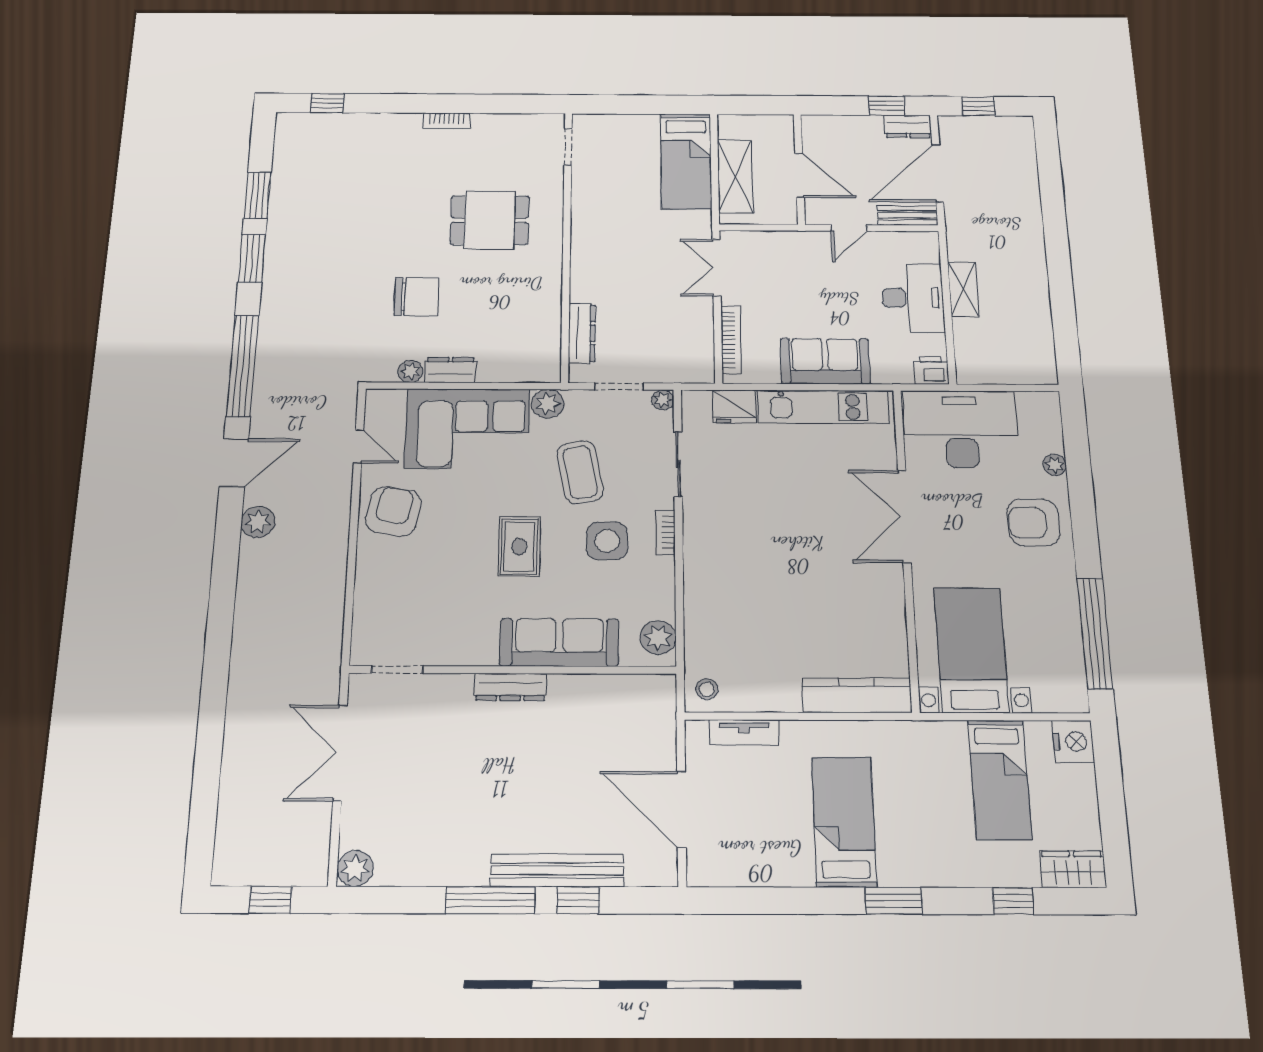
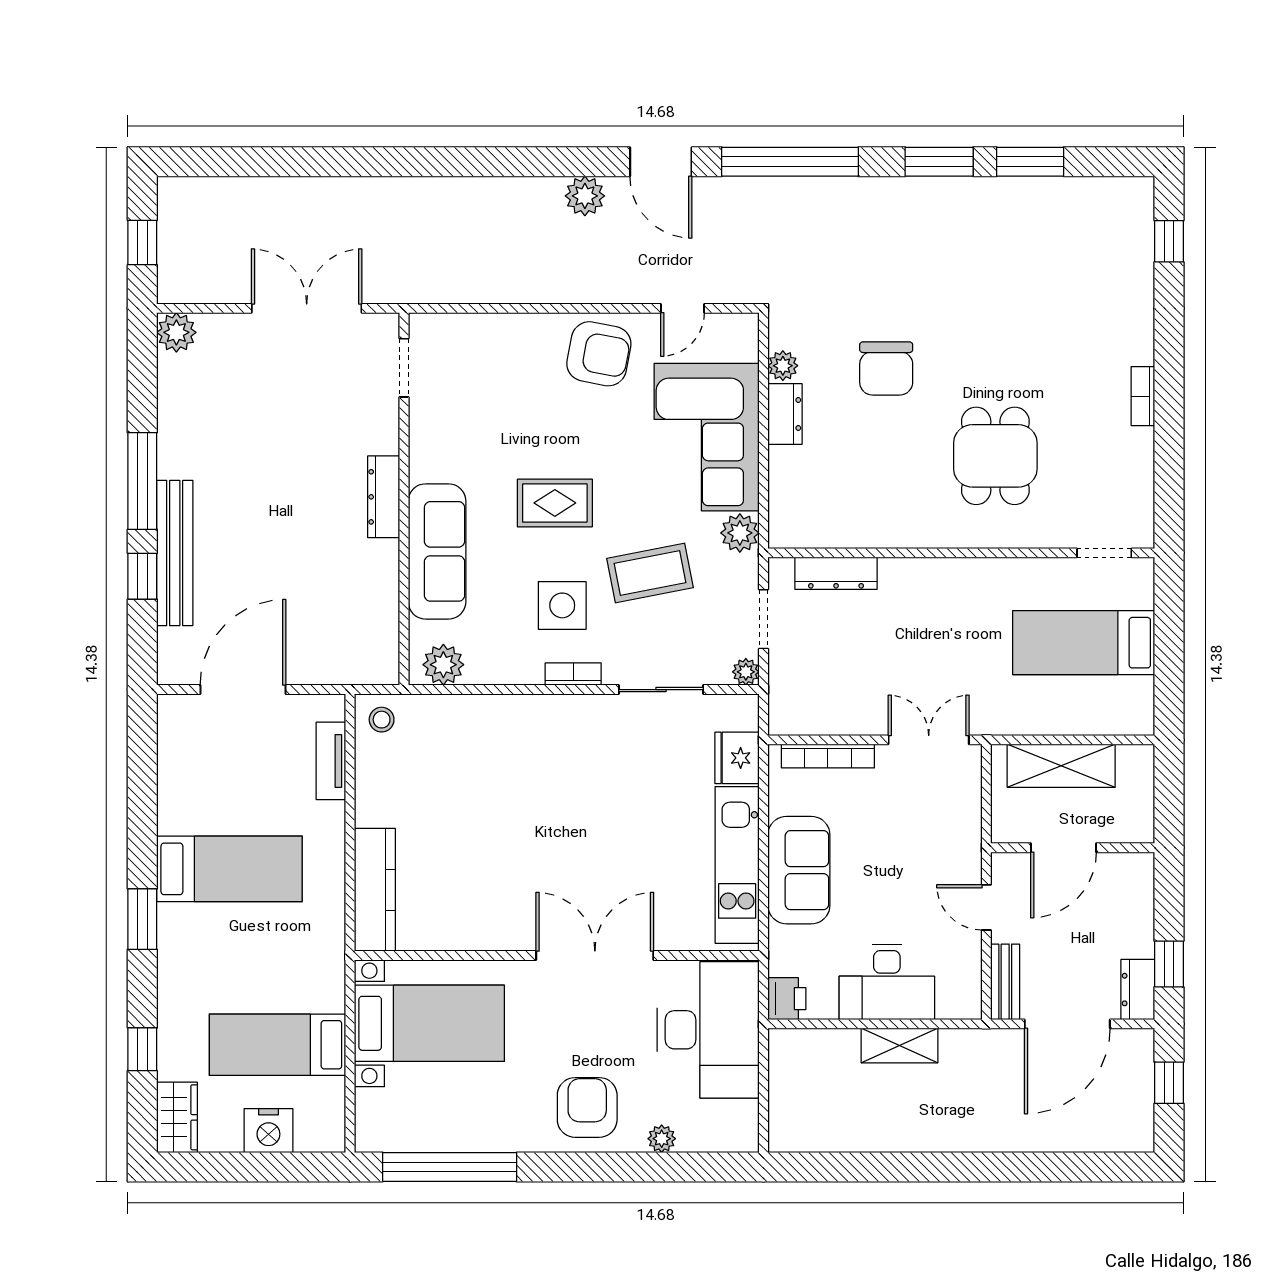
bed: (686, 161) -> (1084, 643), moved
door: (938, 173) -> (1067, 1024), swing flipped
nightstand: (1073, 742) -> (268, 1131), moved

